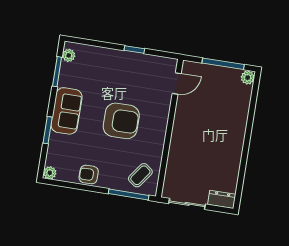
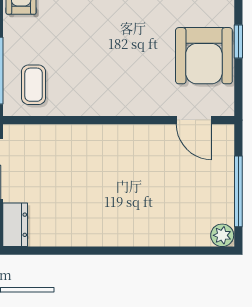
armchair: (121, 121) -> (204, 56), moved
coffee table: (140, 175) -> (34, 85), turned 54

